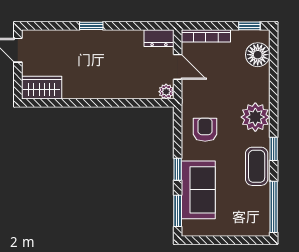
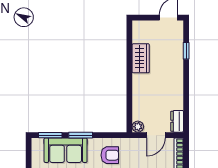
window: (91, 26) -> (186, 51), moved
wardrobe: (42, 88) -> (141, 58), moved
window: (178, 169) -> (81, 135), width x1.50

